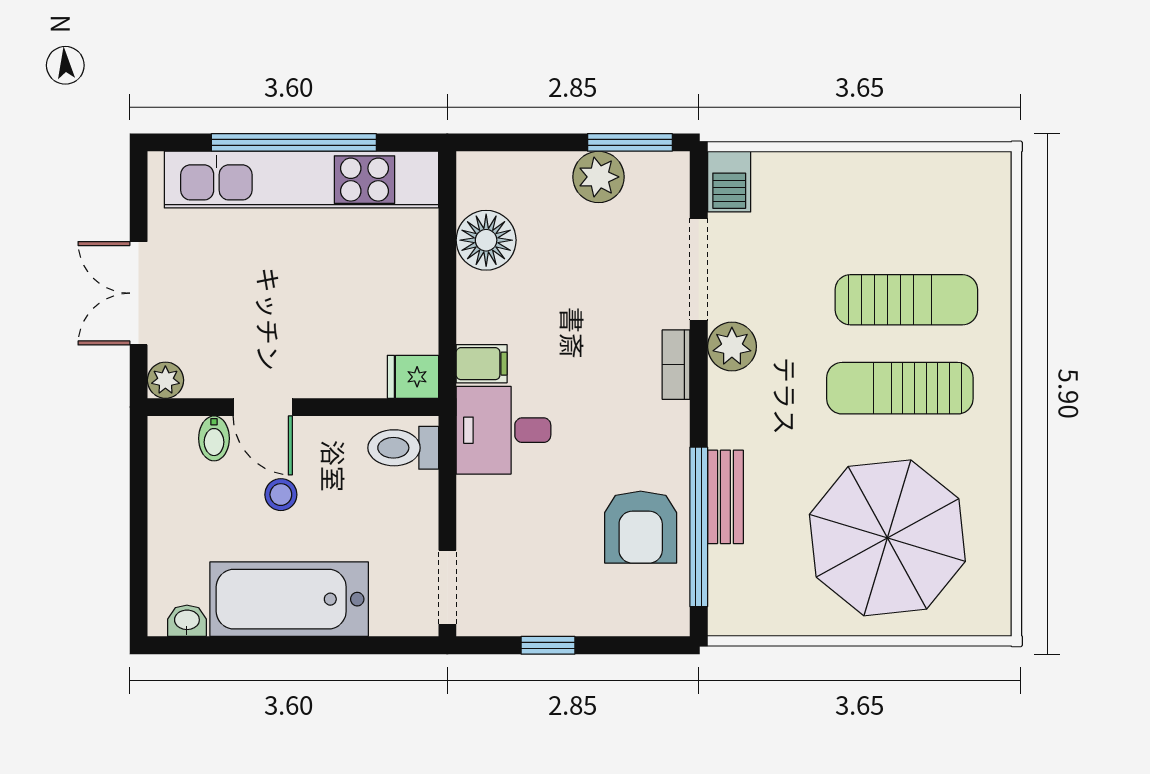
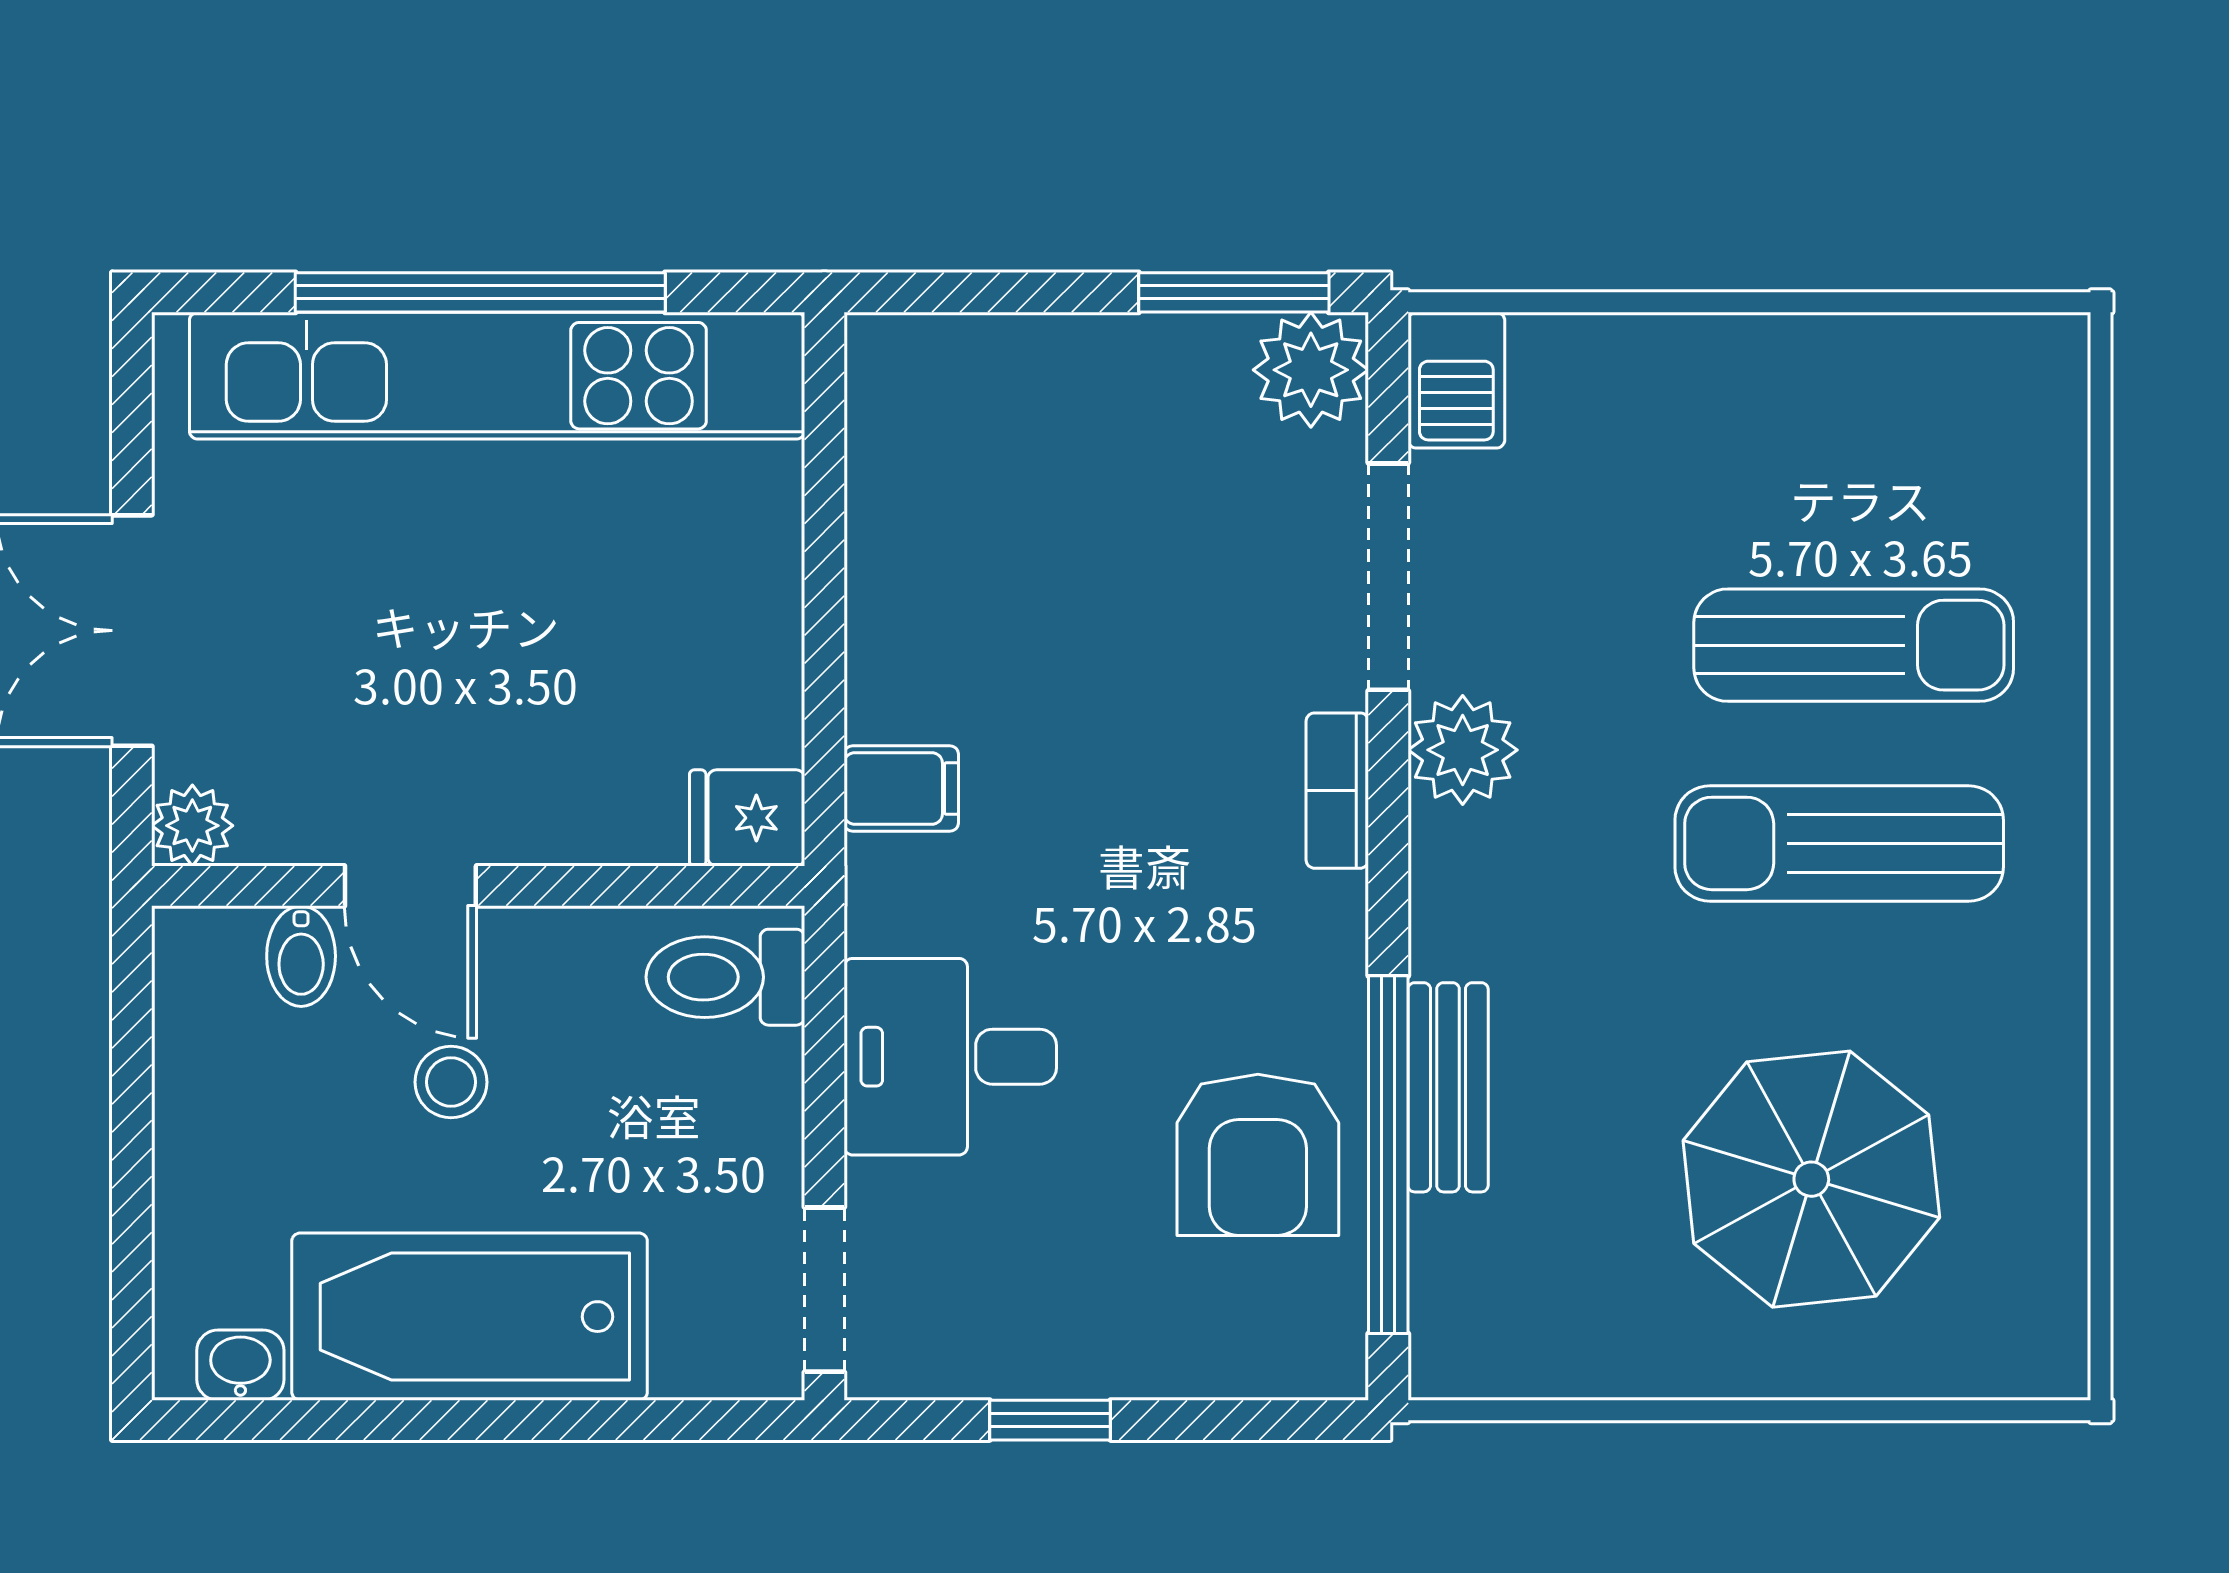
plant: (599, 177) -> (1311, 370), moved
floor lamp: (486, 240) -> (911, 512), removed
desk: (503, 430) -> (950, 1057), moved
parasol: (887, 538) -> (1811, 1179), width x0.73, depth x0.73

